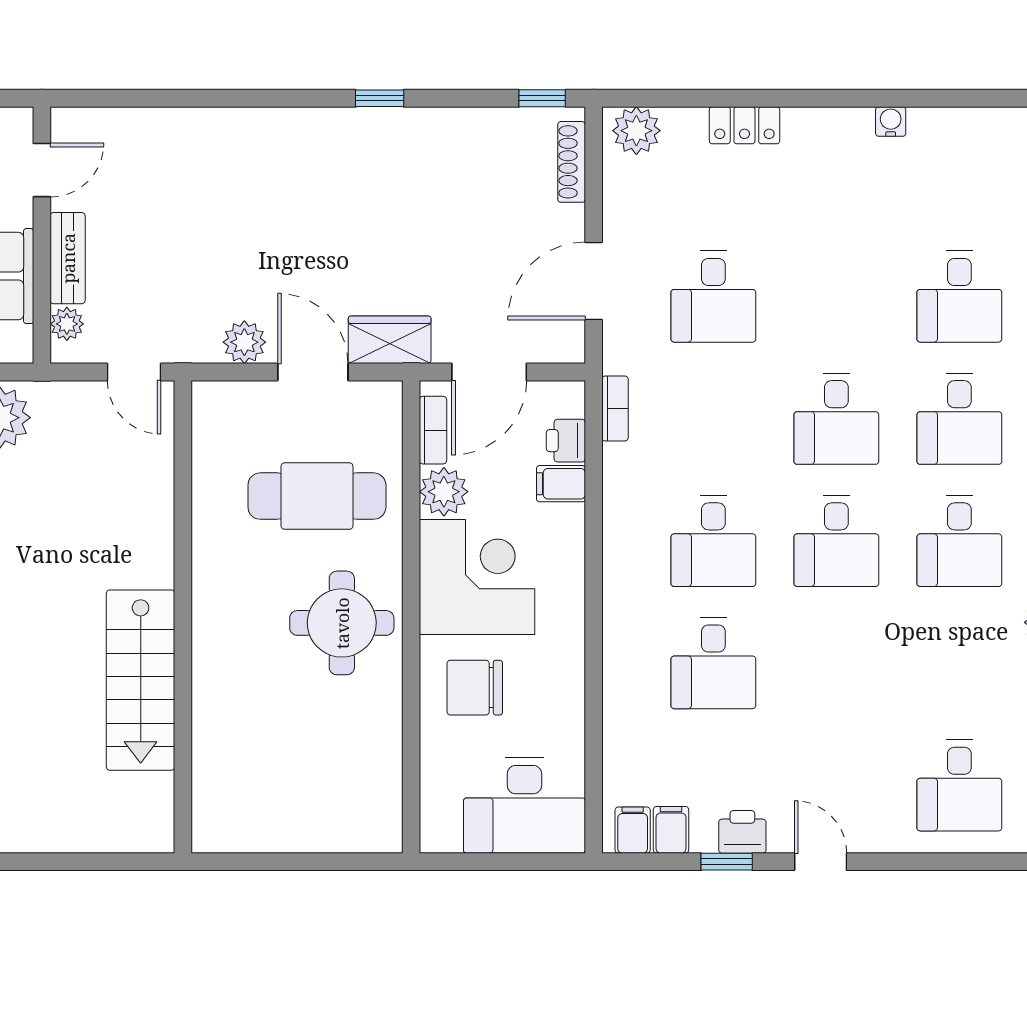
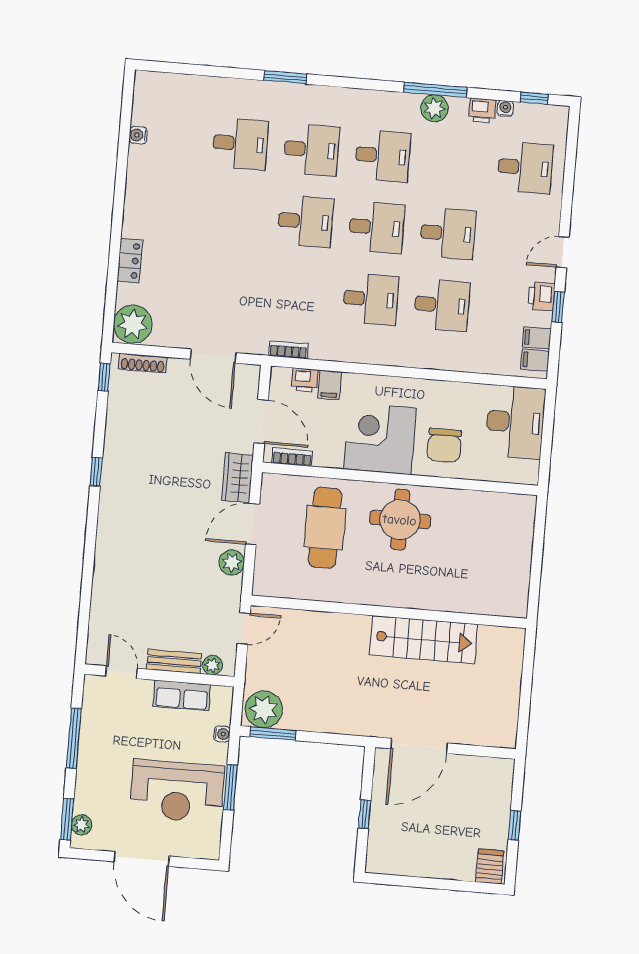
water cooler: (891, 121) -> (138, 135), moved
plant: (636, 131) -> (133, 324), width x1.36, depth x1.36
desk: (713, 297) -> (448, 233), moved
plant: (444, 492) -> (329, 454), removed

